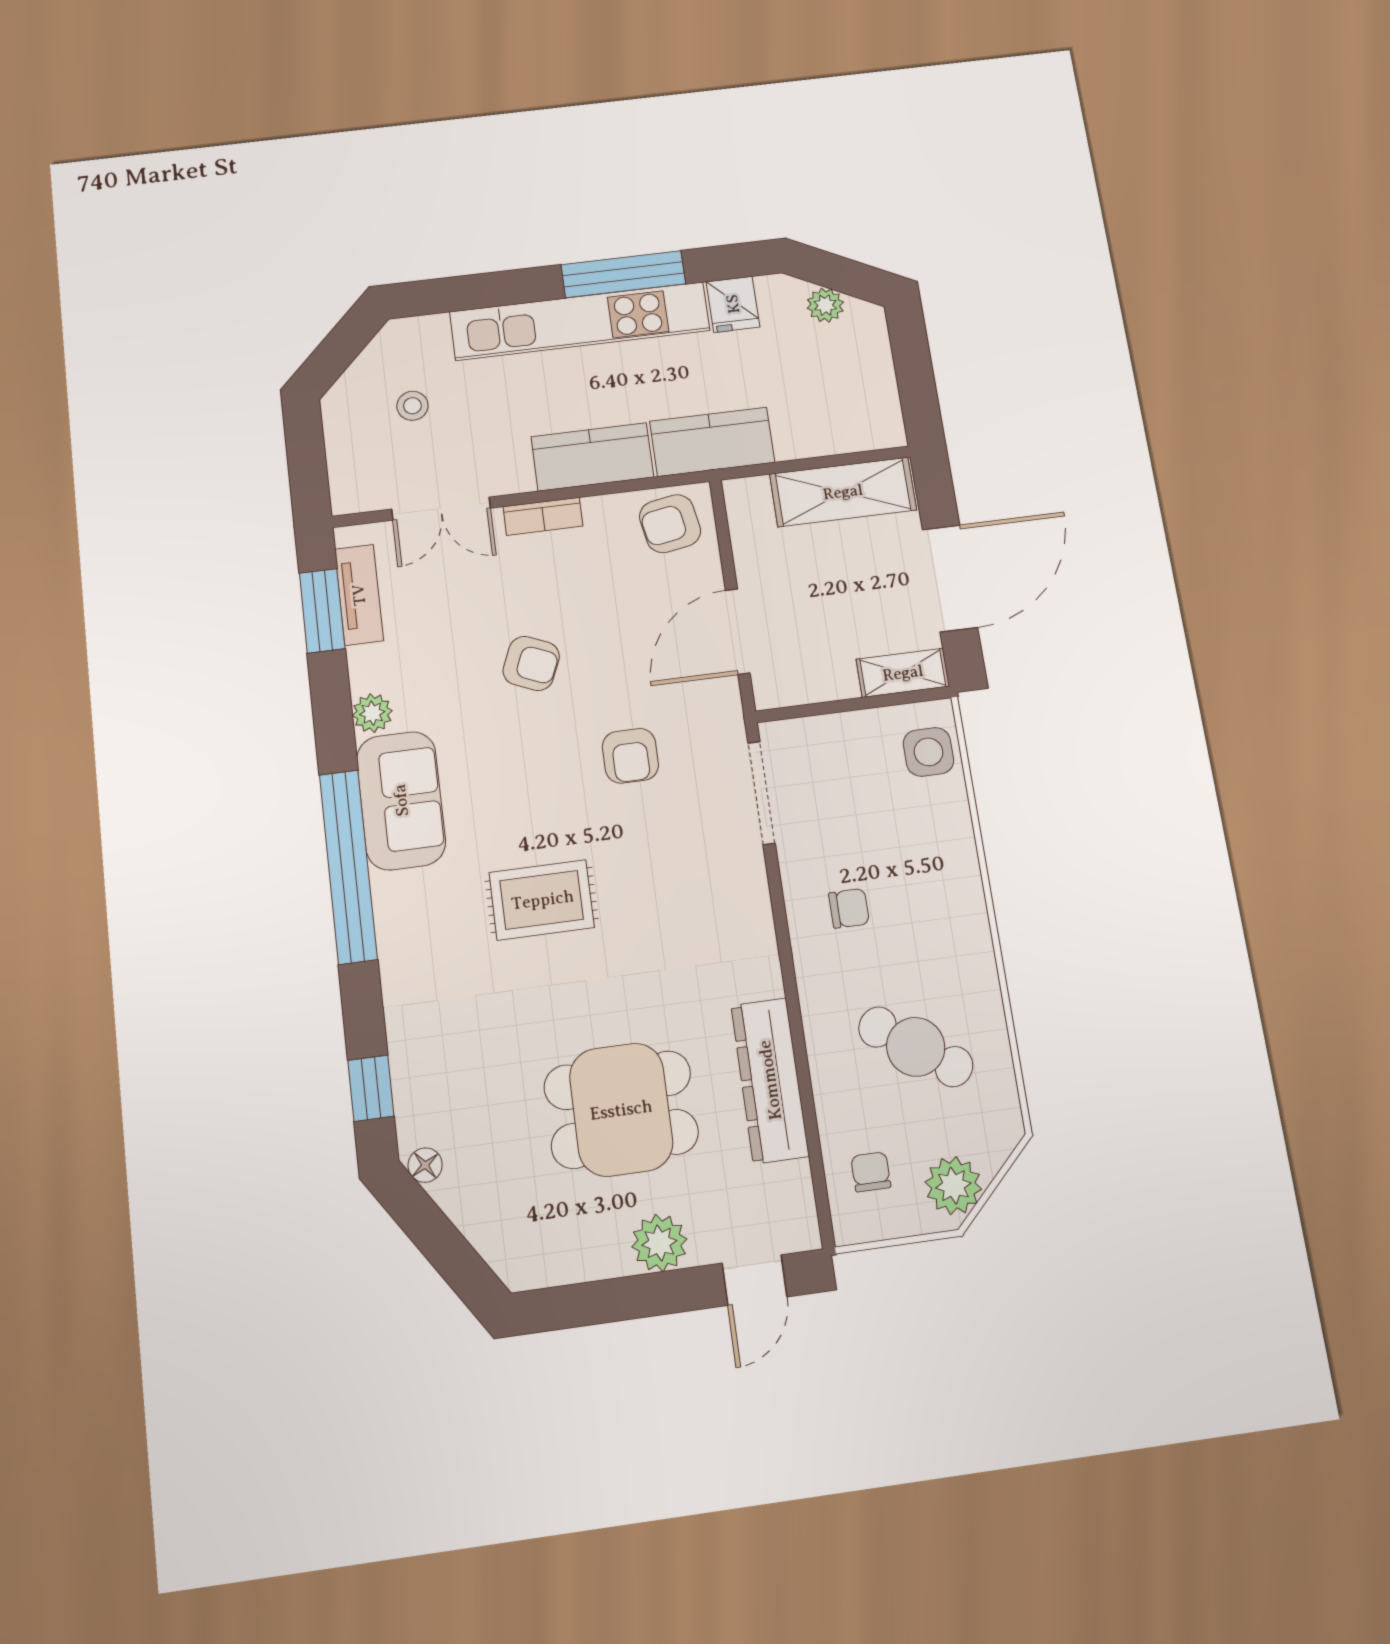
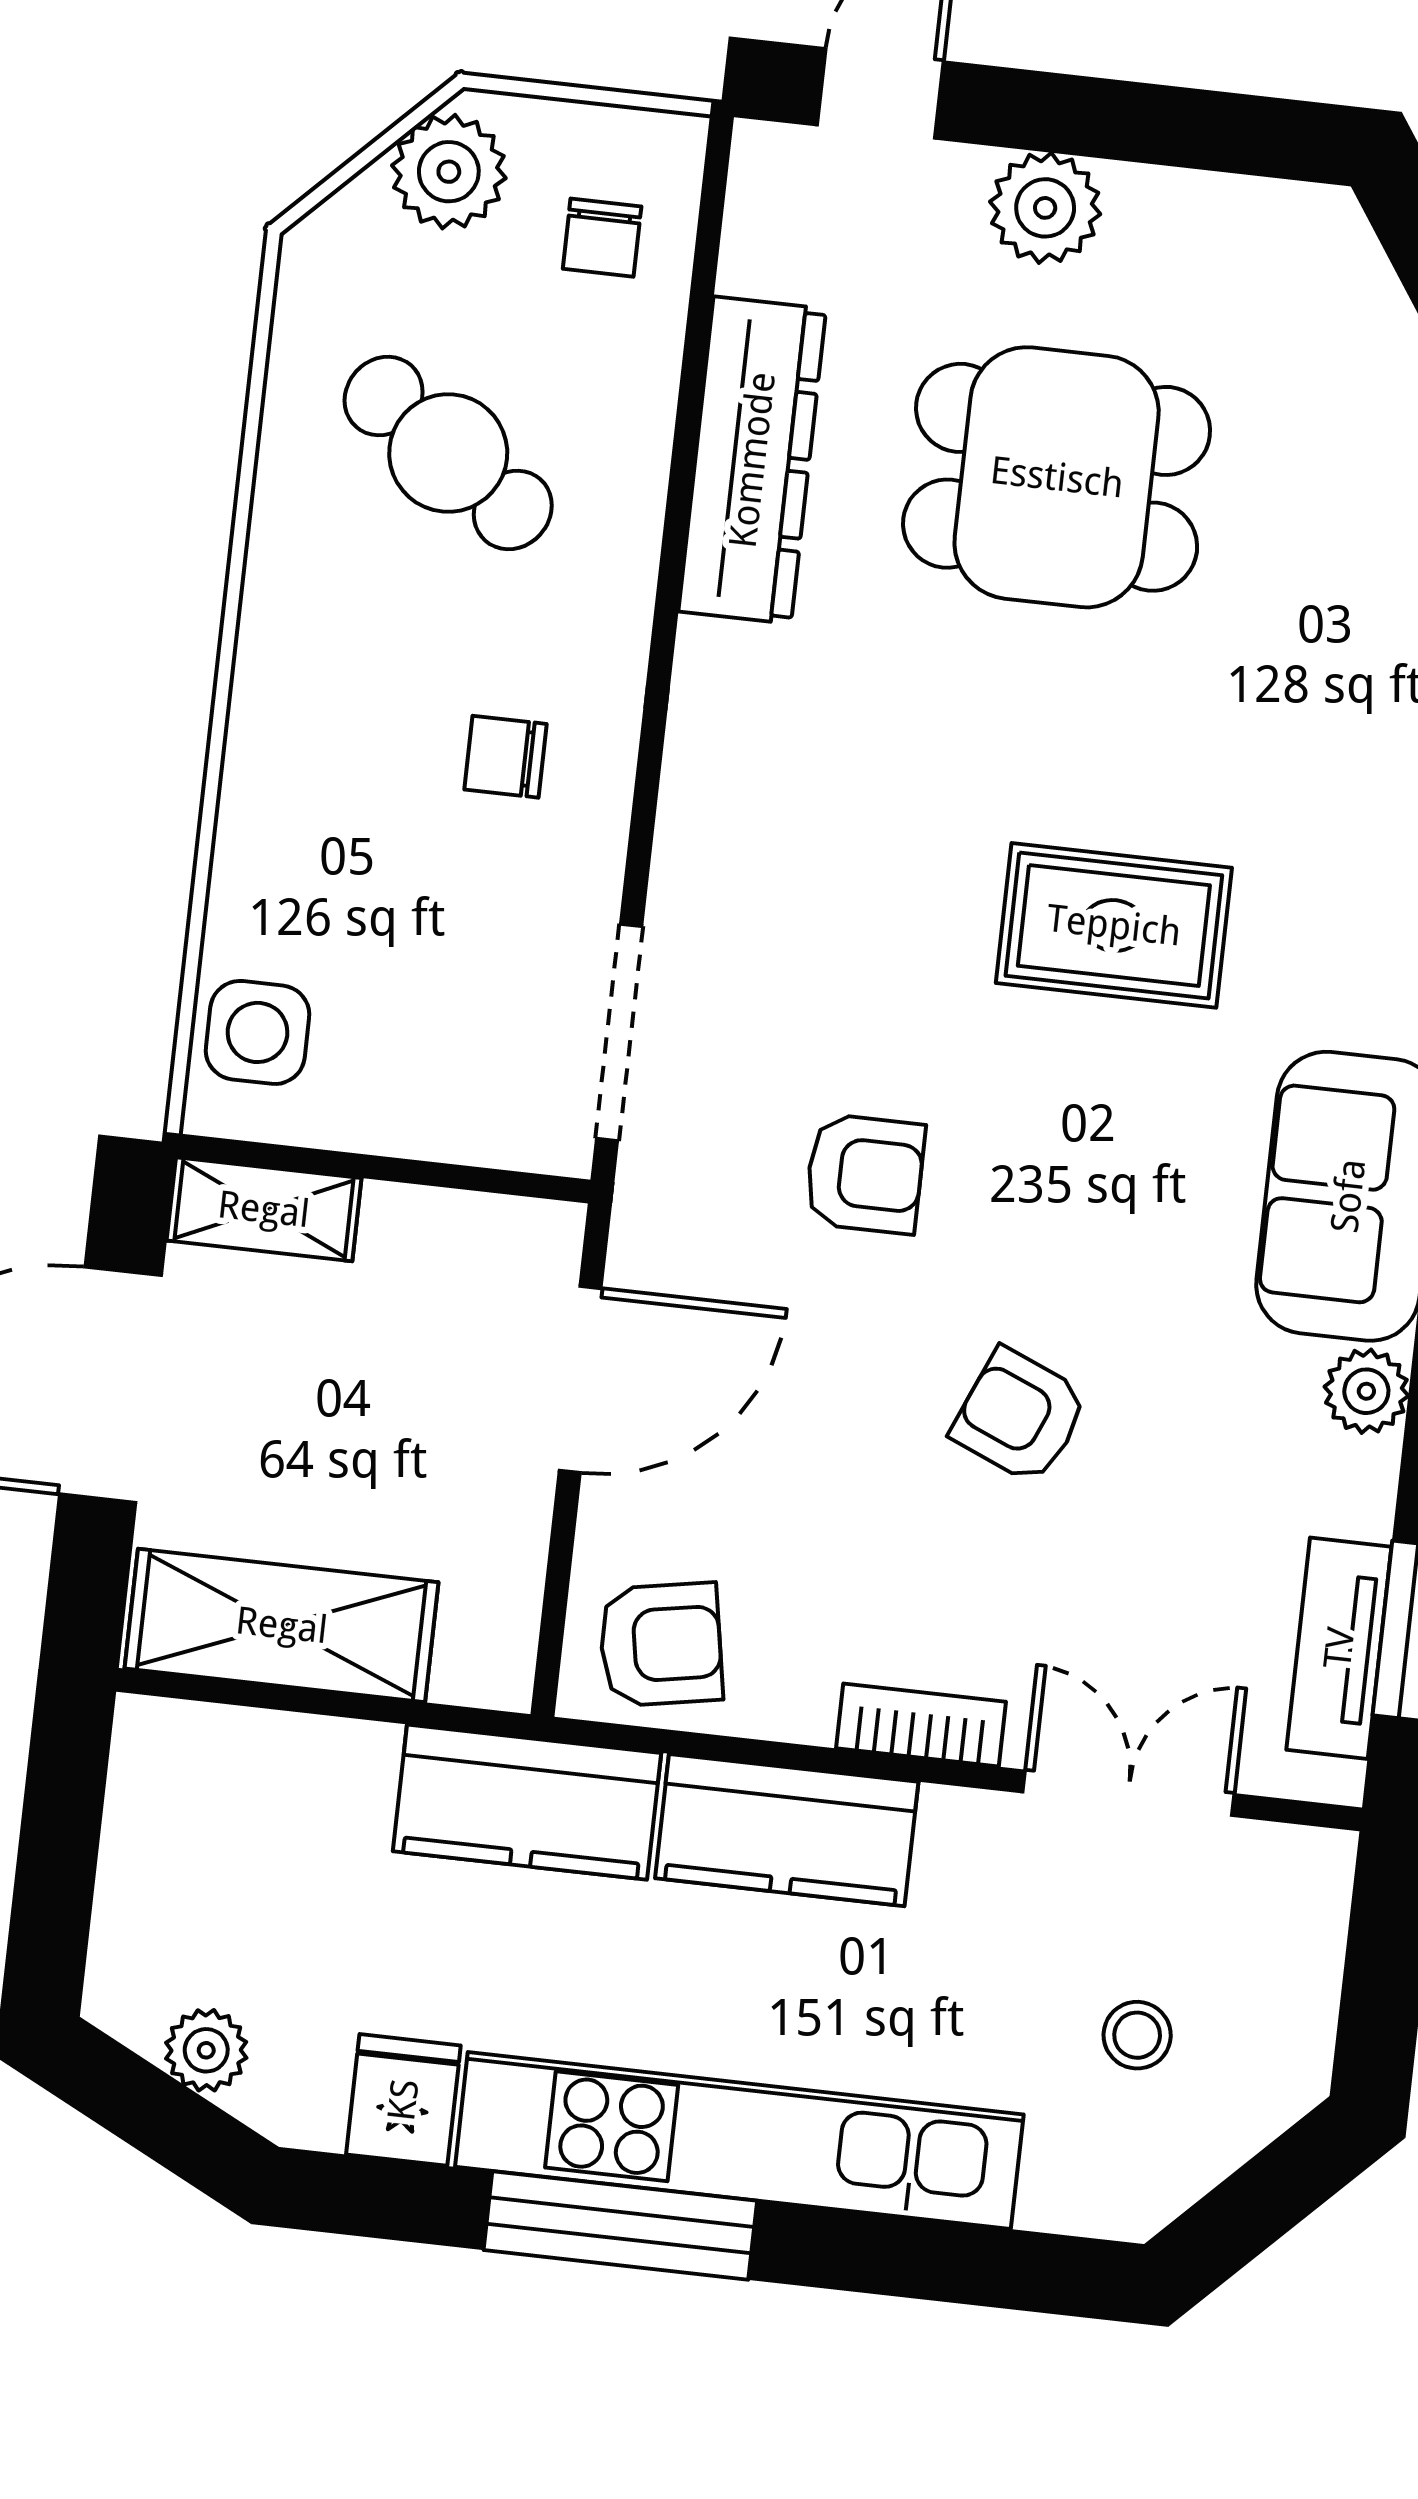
armchair: (630, 756) -> (865, 1174), turned 90

